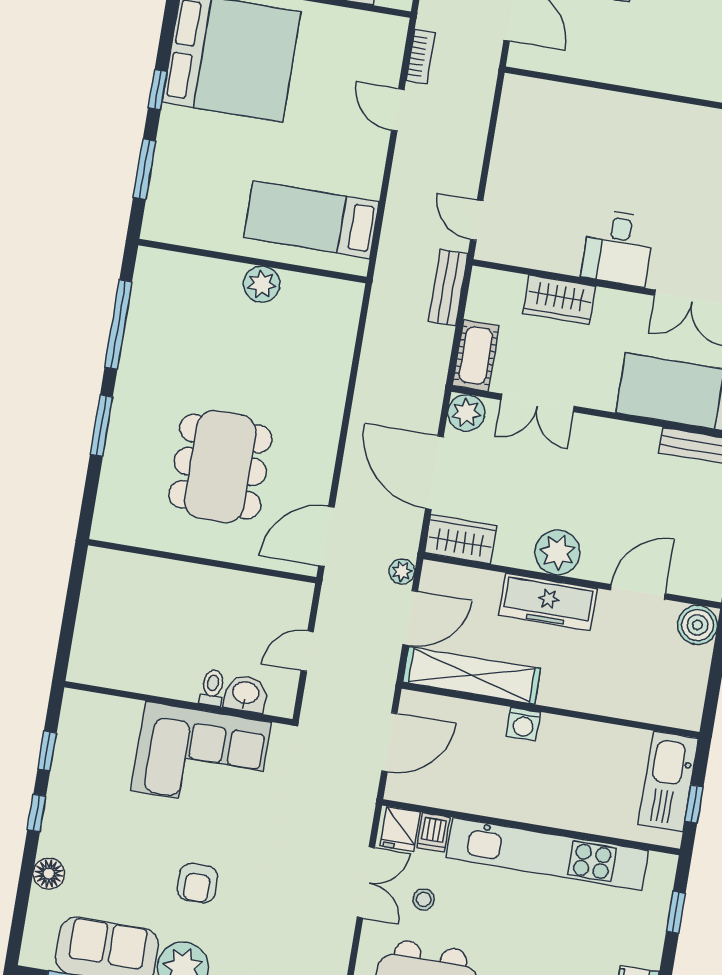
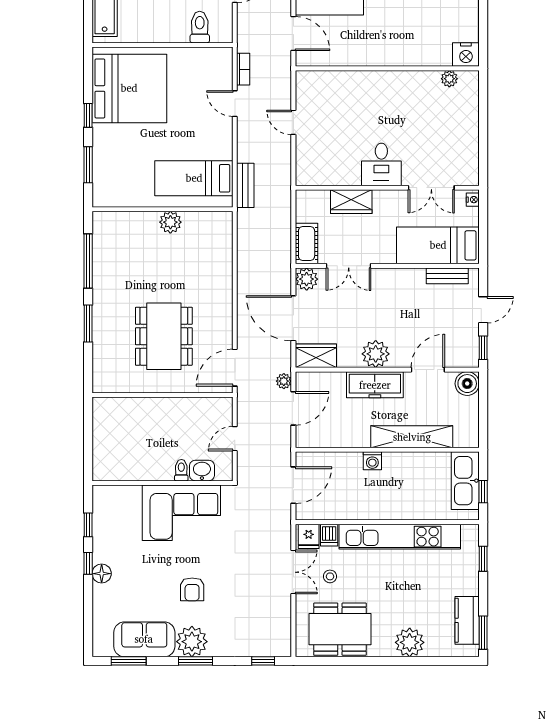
door: (477, 220) -> (293, 122), moved
bench: (448, 288) -> (245, 185), moved
shelving: (472, 675) -> (412, 437), moved
floor lamp: (49, 874) -> (102, 574), moved

